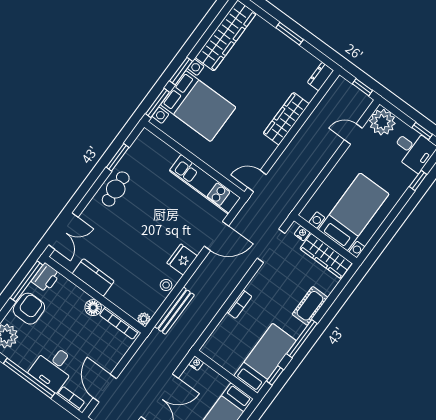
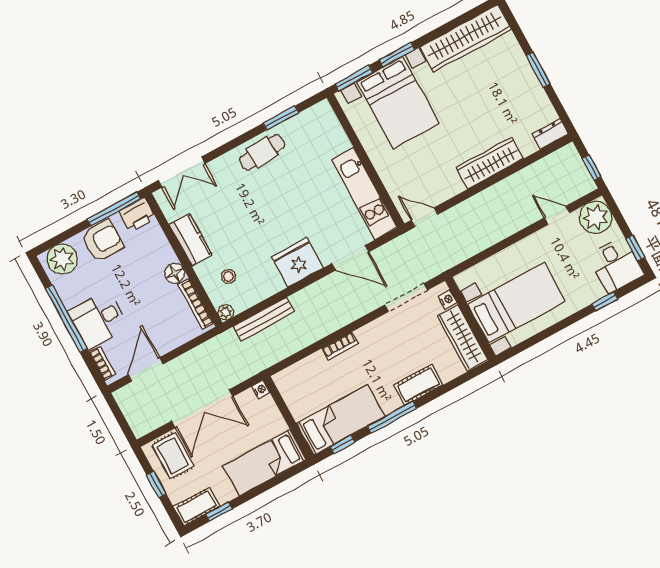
fridge: (182, 260) -> (297, 262), width x1.36, depth x1.34
stool: (166, 285) -> (228, 276), moved

